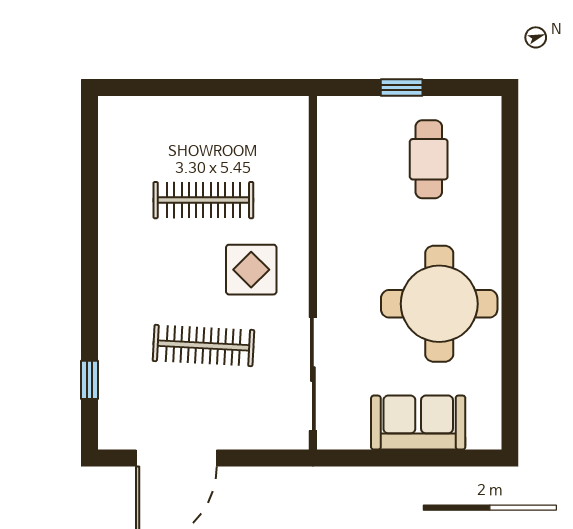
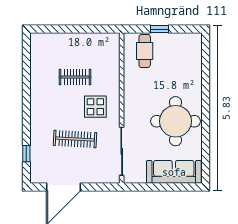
cafe table: (429, 159) -> (145, 51), moved
clothes rail: (203, 200) -> (75, 77), width x0.73
sofa: (418, 423) -> (174, 172), width x1.36

